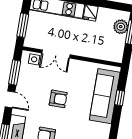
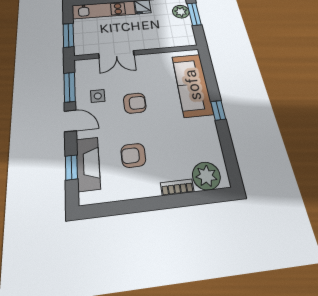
side table: (34, 59) -> (98, 96), moved
window: (120, 98) -> (218, 110), moved

